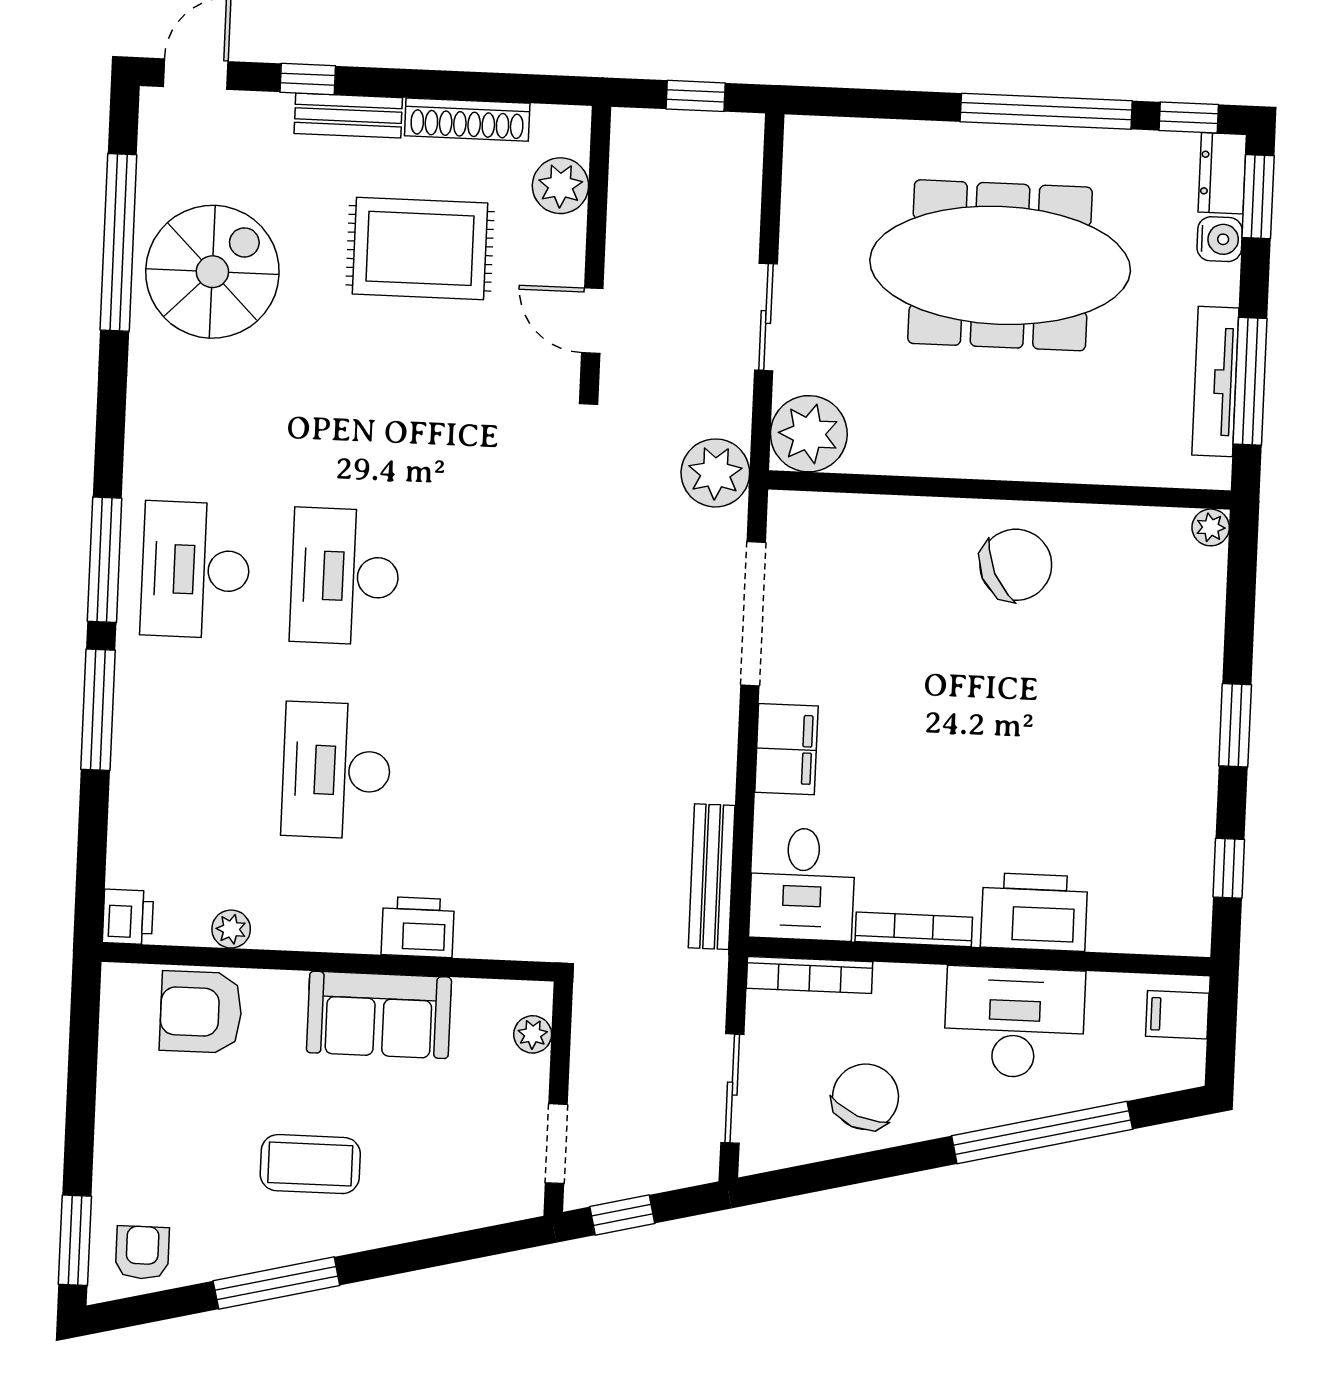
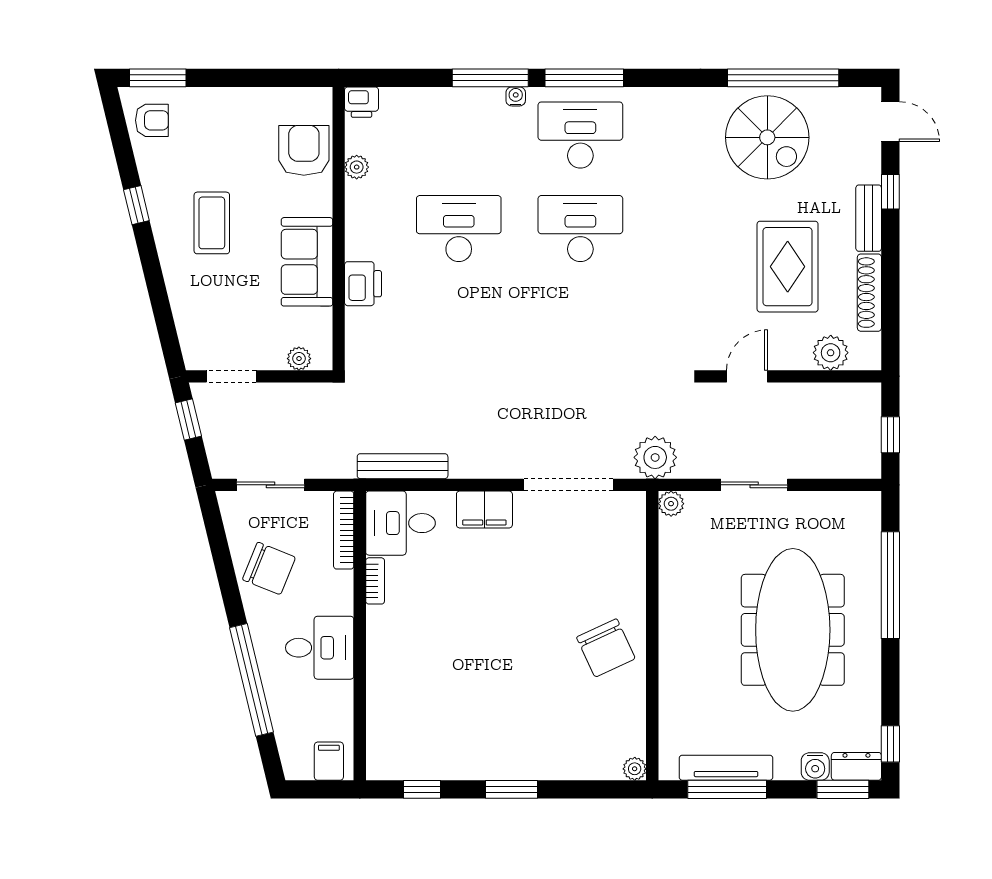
window: (1046, 111) -> (890, 585), moved
plant: (809, 434) -> (671, 504), width x0.53, depth x0.53
water cooler: (130, 670) -> (516, 96), added
printer: (1034, 912) -> (389, 669), removed
bookcase: (914, 929) -> (375, 581), width x0.64
desk: (1014, 1022) -> (320, 648), width x0.73
window: (276, 1283) -> (136, 205), width x0.46

